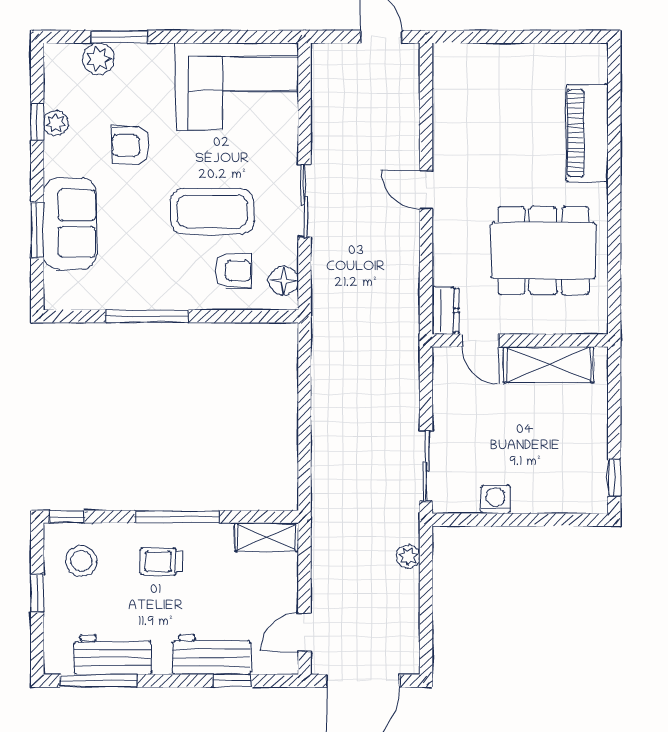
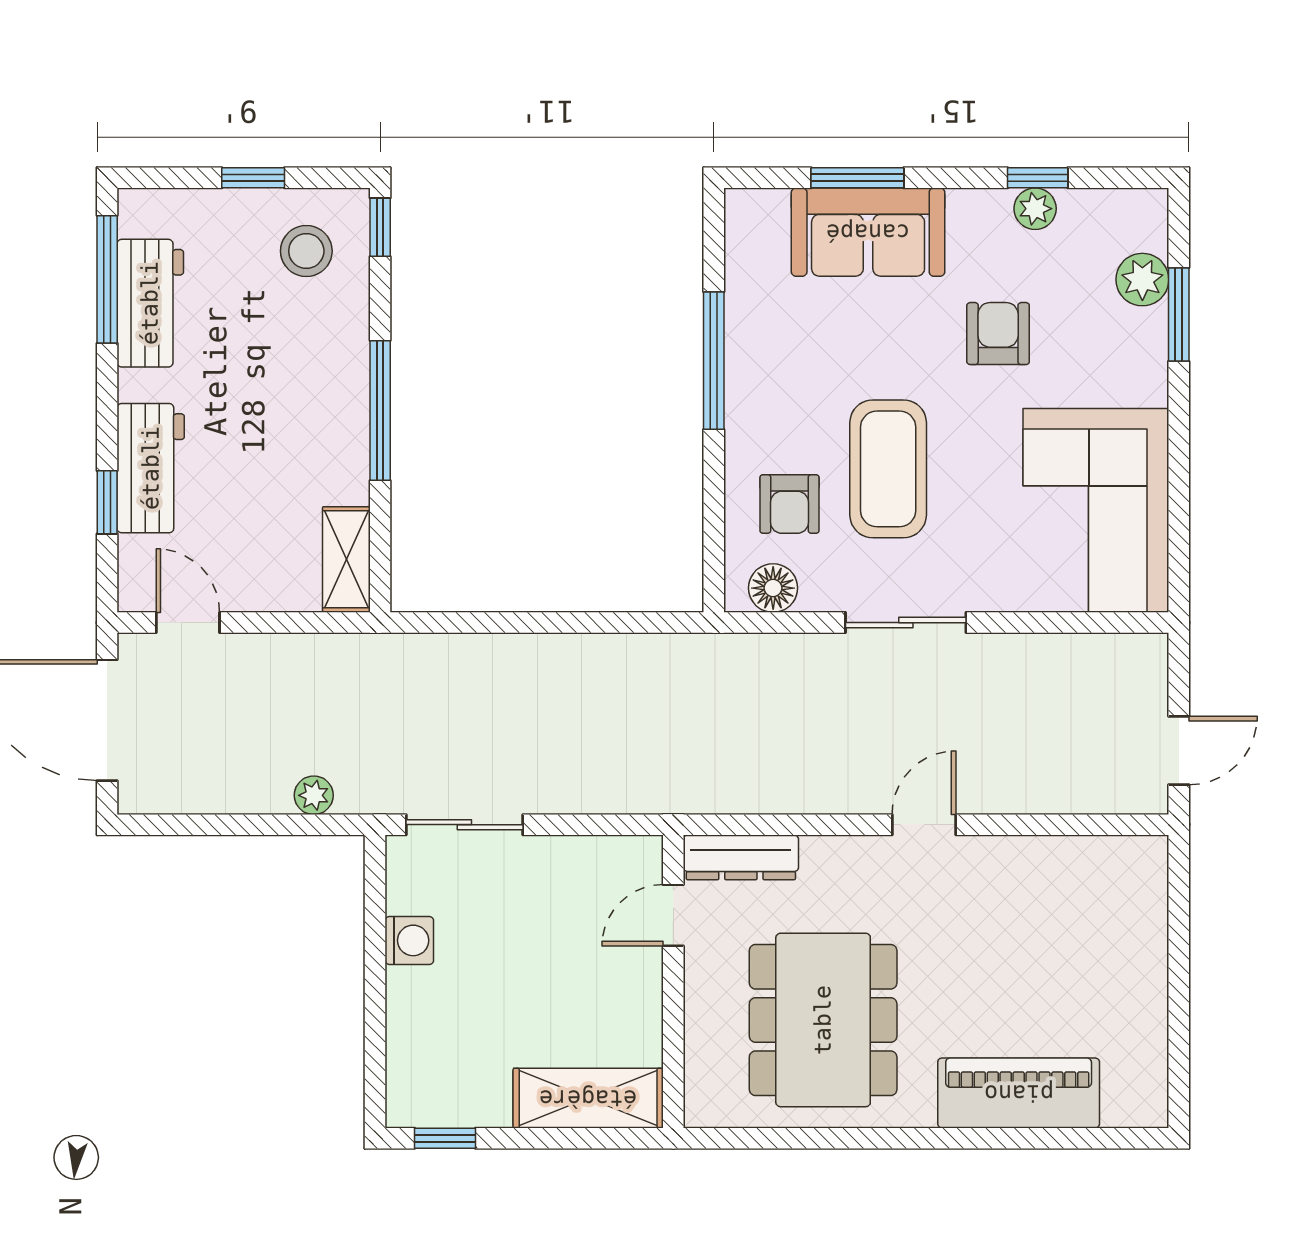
dresser: (446, 310) -> (741, 857), width x1.44
shelving: (549, 365) -> (588, 1098), moved, turned 90
trolley: (161, 562) -> (305, 384), removed

